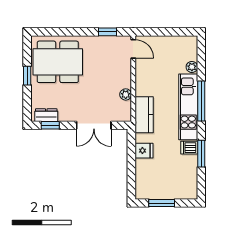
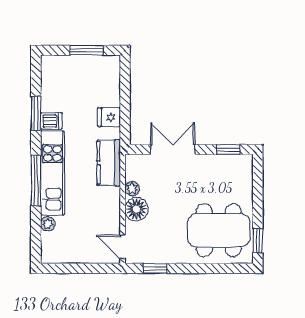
window: (27, 76) -> (258, 241), moved
floor lamp: (122, 78) -> (136, 209), added
dresser: (46, 115) -> (233, 162), removed

